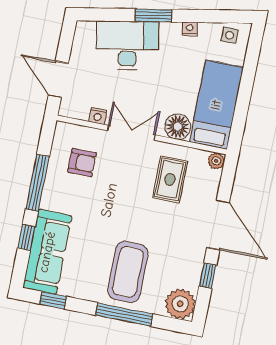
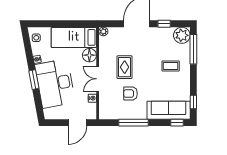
desk: (127, 46) -> (55, 83), width x1.36, depth x1.30
armchair: (82, 163) -> (130, 94), moved, turned -90
rug: (170, 179) -> (125, 67), moved, turned 90
window: (26, 237) -> (177, 123), moved
coffee table: (128, 272) -> (171, 66), width x0.54, depth x0.58
window: (124, 315) -> (193, 49), moved

